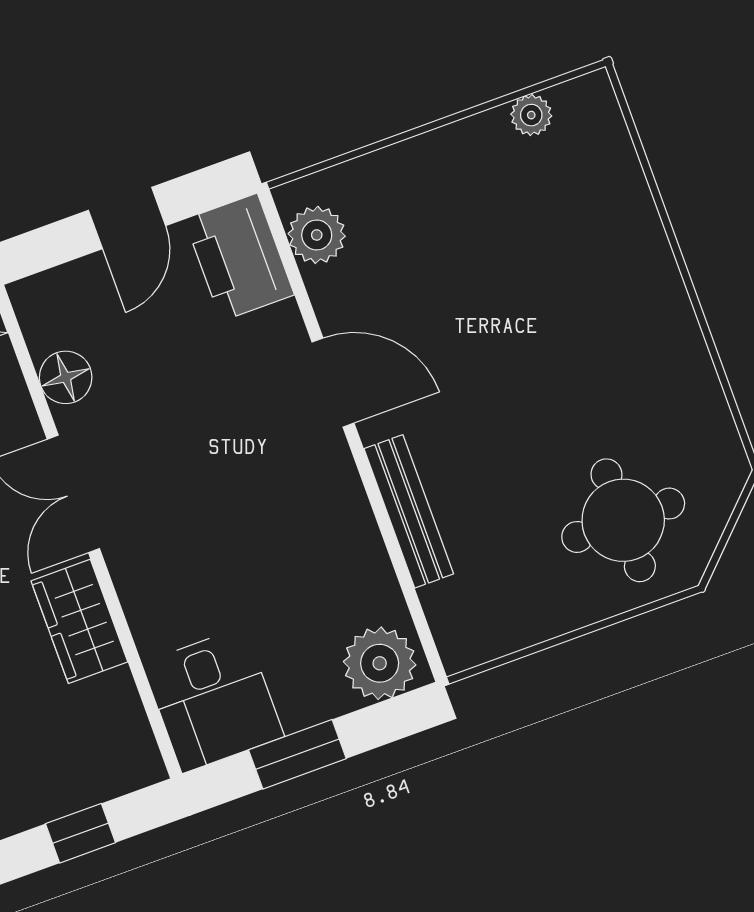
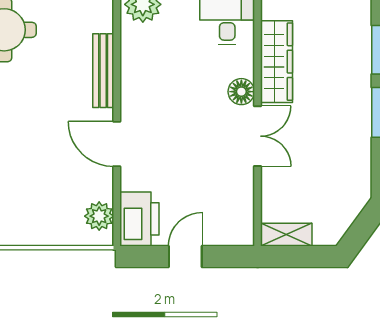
floor lamp: (66, 377) -> (241, 92), moved
wardrobe: (79, 621) -> (277, 62), width x1.50

